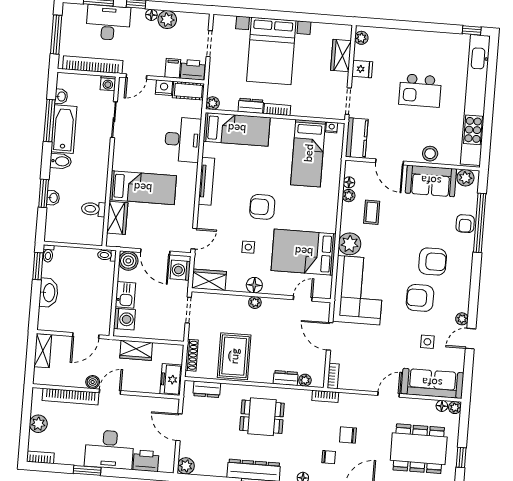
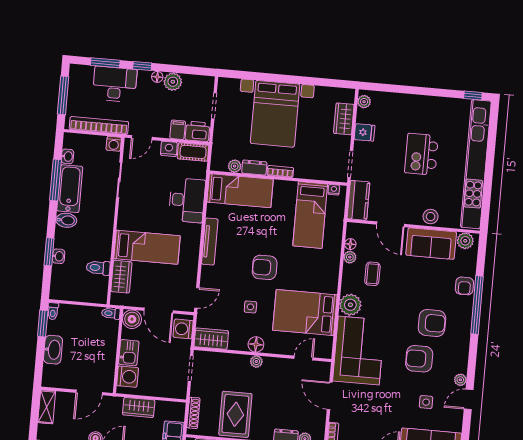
kitchen island: (420, 90) -> (421, 154), turned 90
plant: (213, 103) -> (235, 166), moved
window: (480, 223) -> (477, 305), moved

